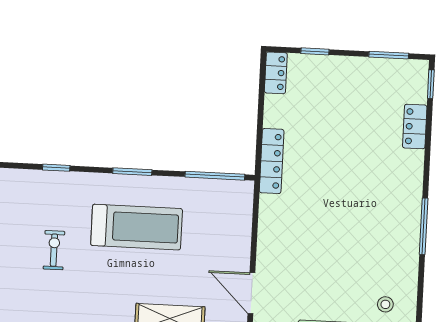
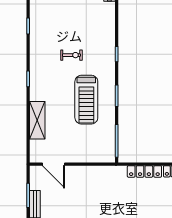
locker: (272, 161) -> (144, 171), moved
door: (251, 293) -> (53, 164), swing flipped

